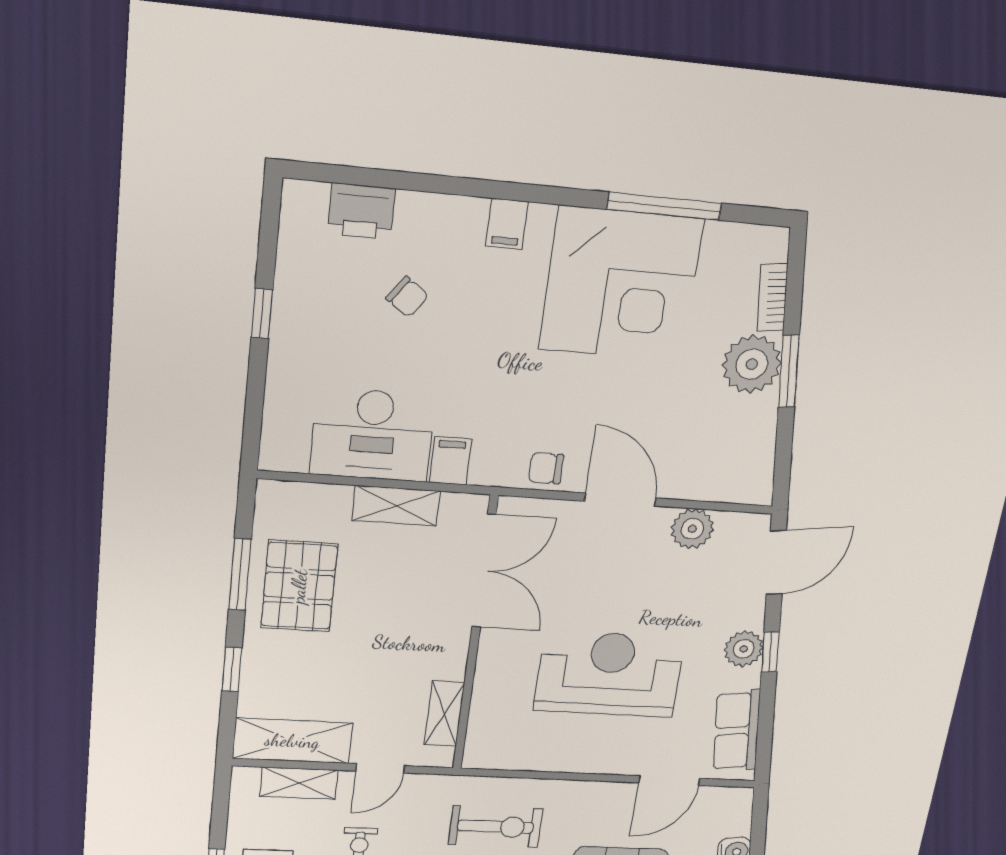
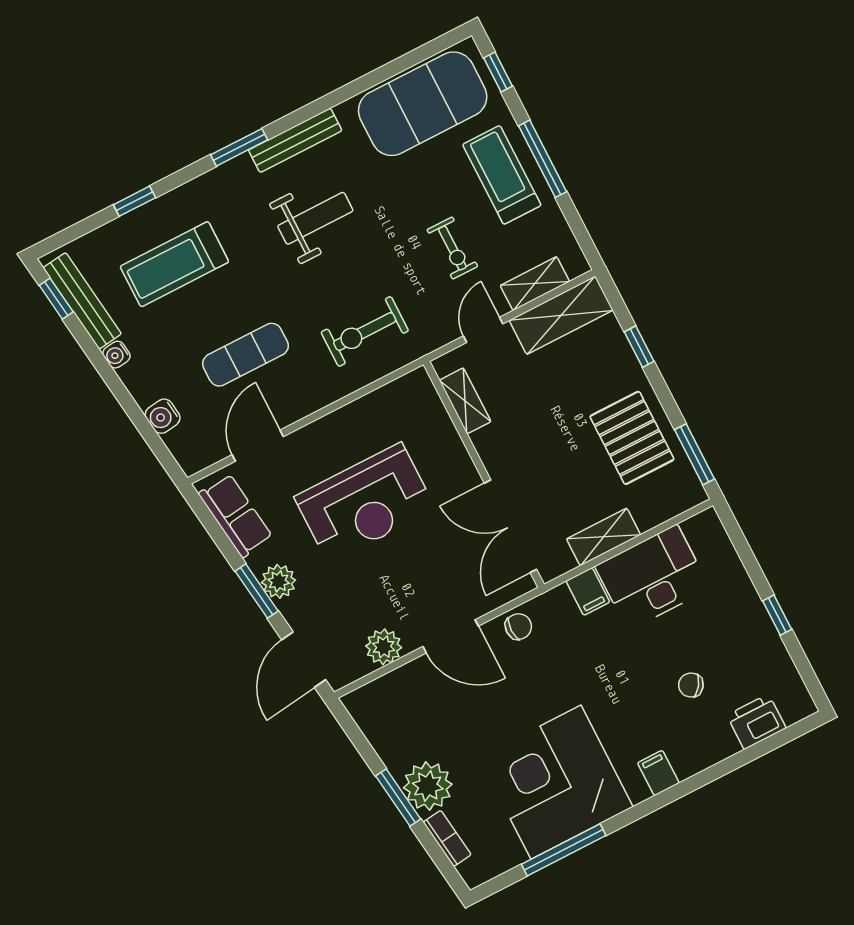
window: (240, 574) -> (694, 454), moved
window: (770, 652) -> (257, 591), width x1.50

